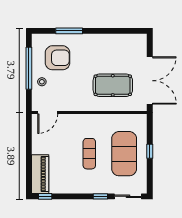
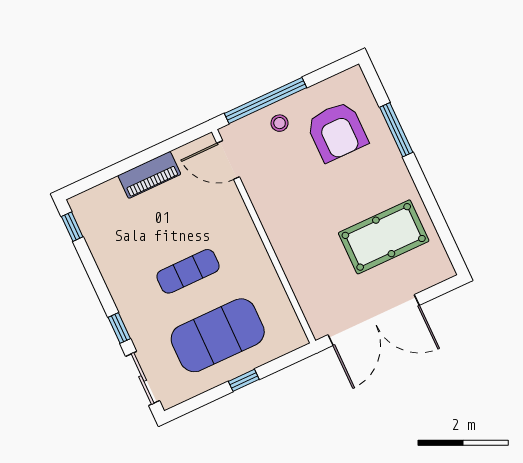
window: (29, 68) -> (266, 101), moved
pool table: (113, 85) -> (384, 237), moved, turned 90
piano: (40, 174) -> (149, 175), moved, width x0.73, depth x0.75

